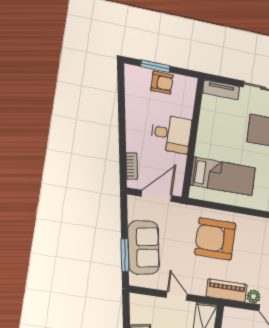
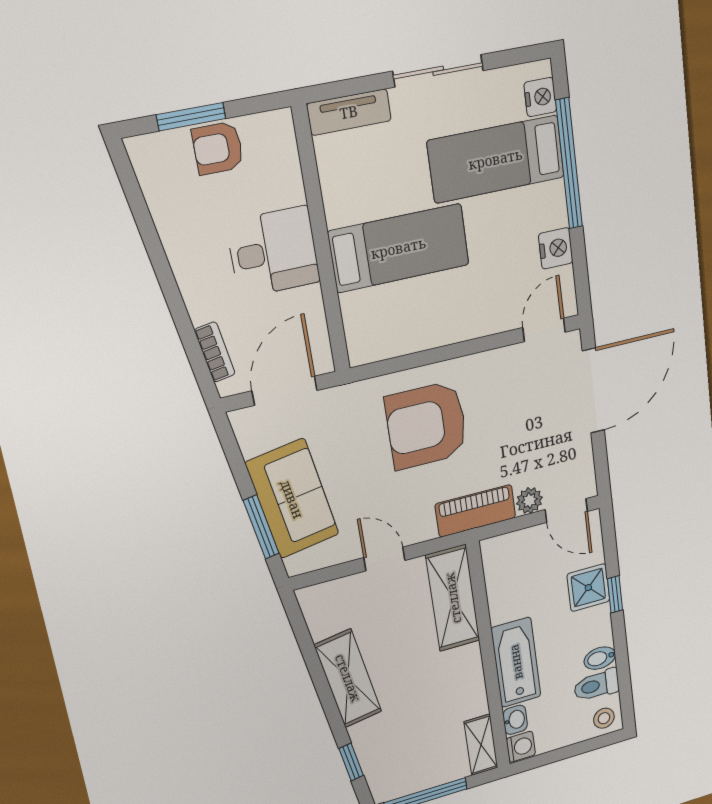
armchair: (162, 83) -> (218, 148), turned 180
bed: (223, 176) -> (399, 248), moved

